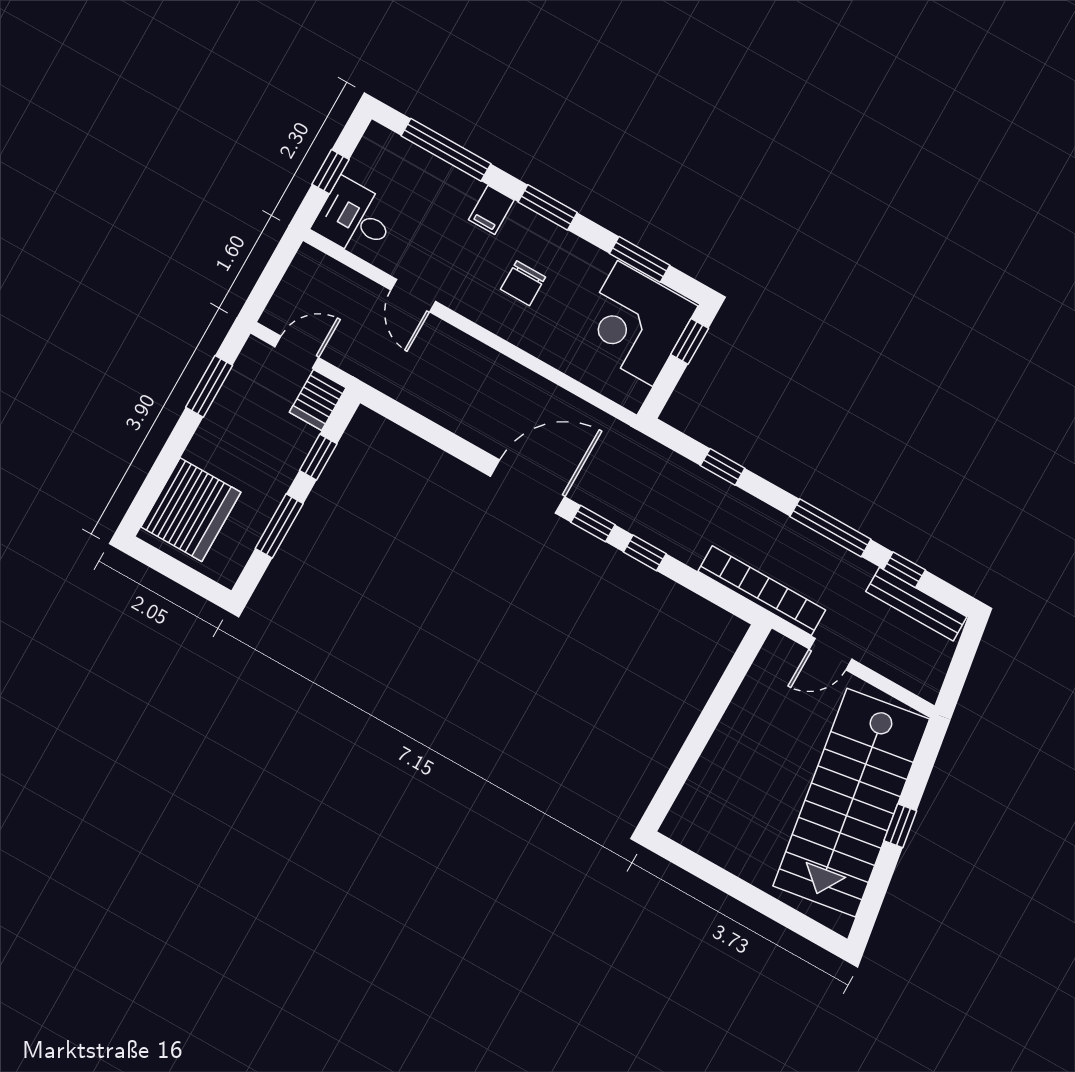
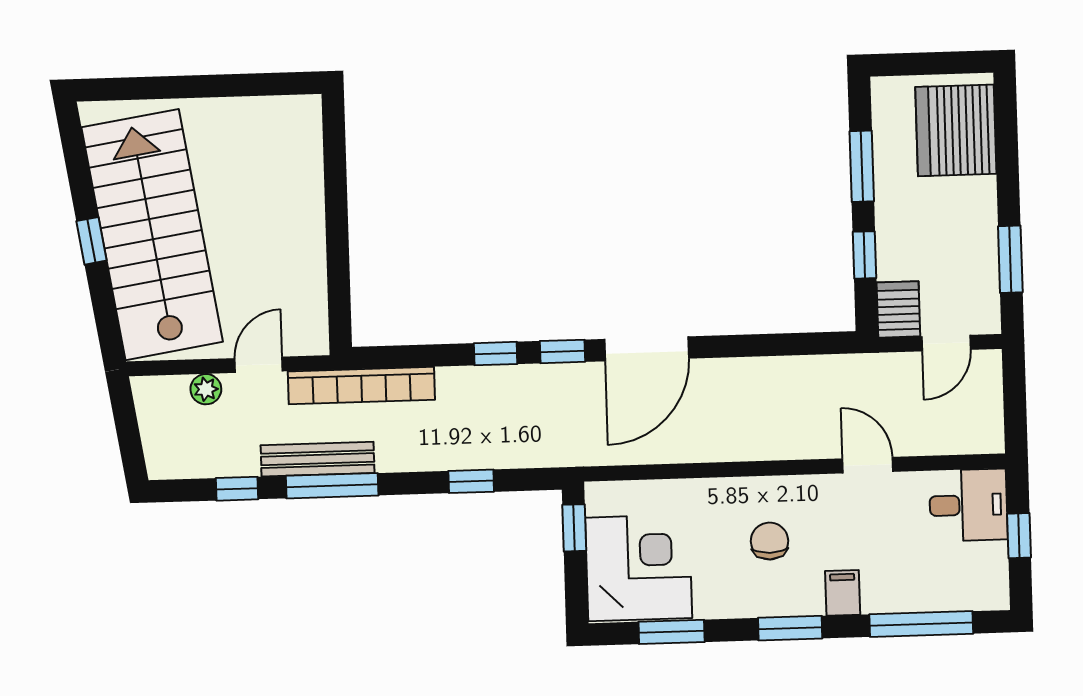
window: (690, 341) -> (574, 528), moved
bench: (916, 604) -> (318, 459), moved
plant: (882, 660) -> (206, 389), added

